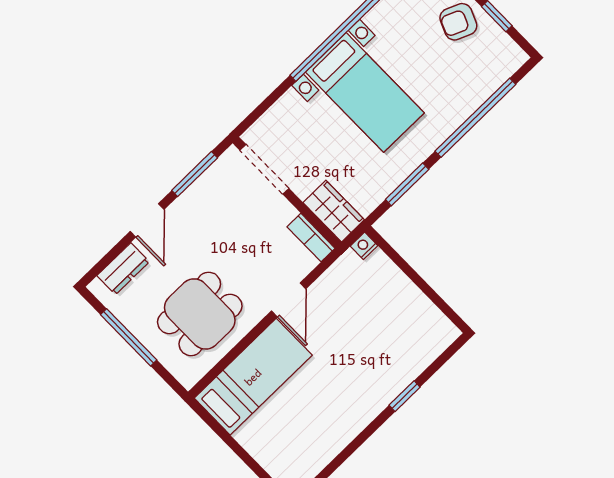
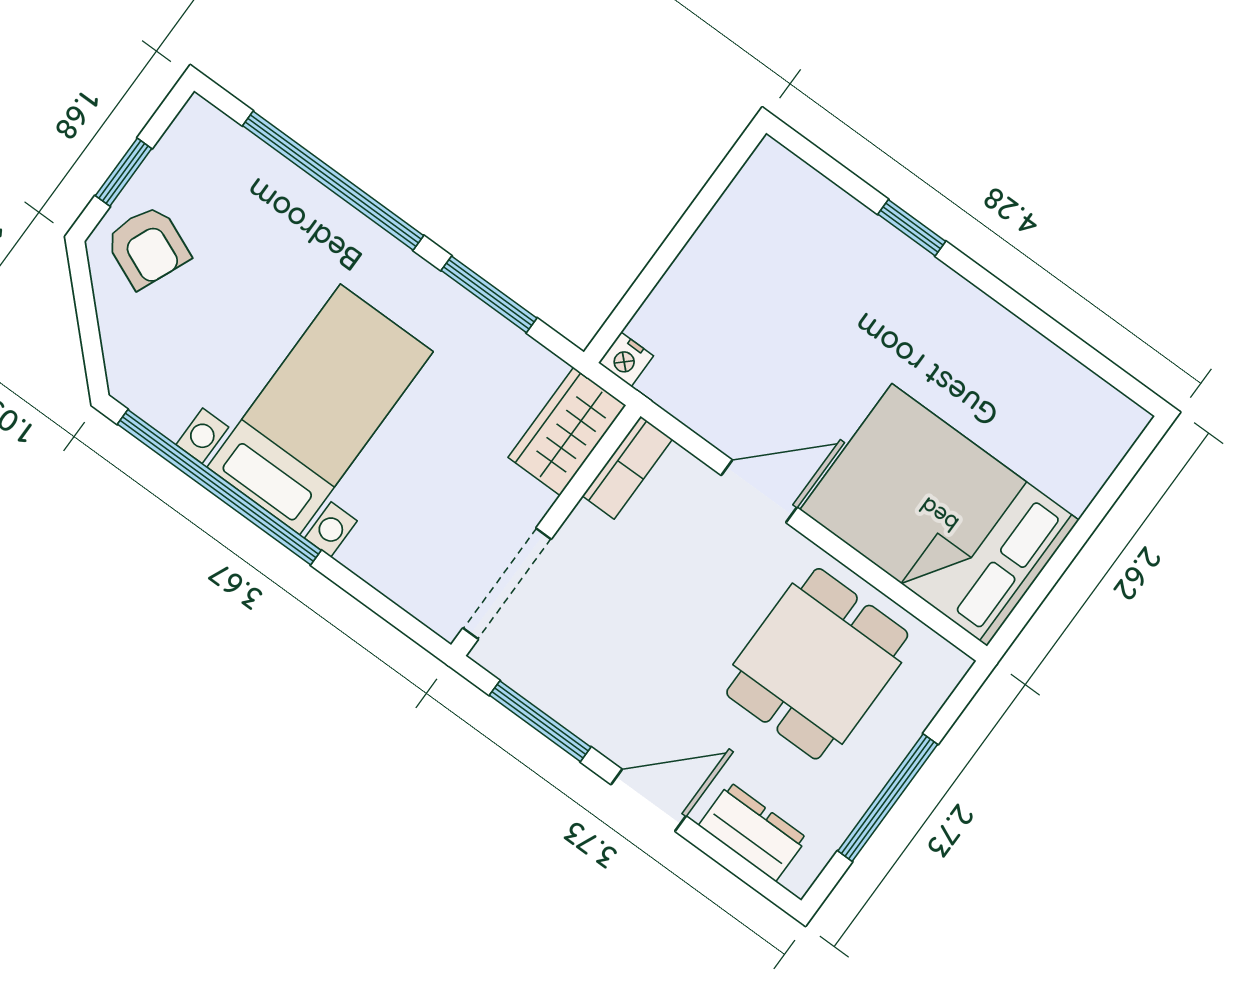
dining table: (200, 314) -> (817, 664), turned 90
bed: (253, 377) -> (939, 515), width x1.50

